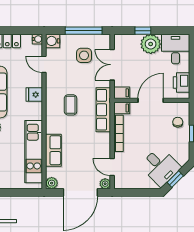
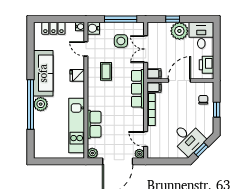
coffee table: (71, 105) -> (106, 71), moved

